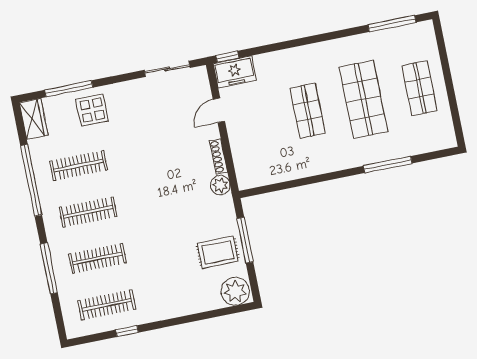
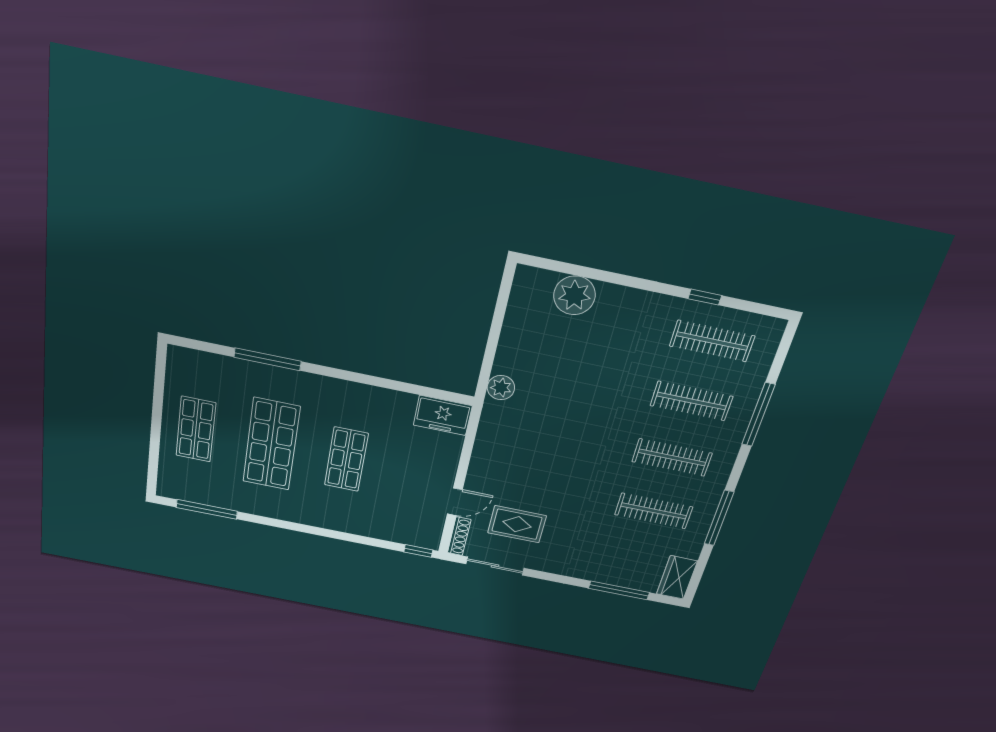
freezer: (235, 72) -> (443, 415), moved, turned 180
display table: (92, 110) -> (604, 560), removed
shoe rack: (218, 156) -> (459, 536), moved
window: (31, 180) -> (719, 518), width x0.68
plant: (220, 185) -> (501, 388), moved
window: (245, 240) -> (492, 345), removed
rug: (218, 252) -> (517, 524), moved
plant: (235, 291) -> (574, 295), moved

